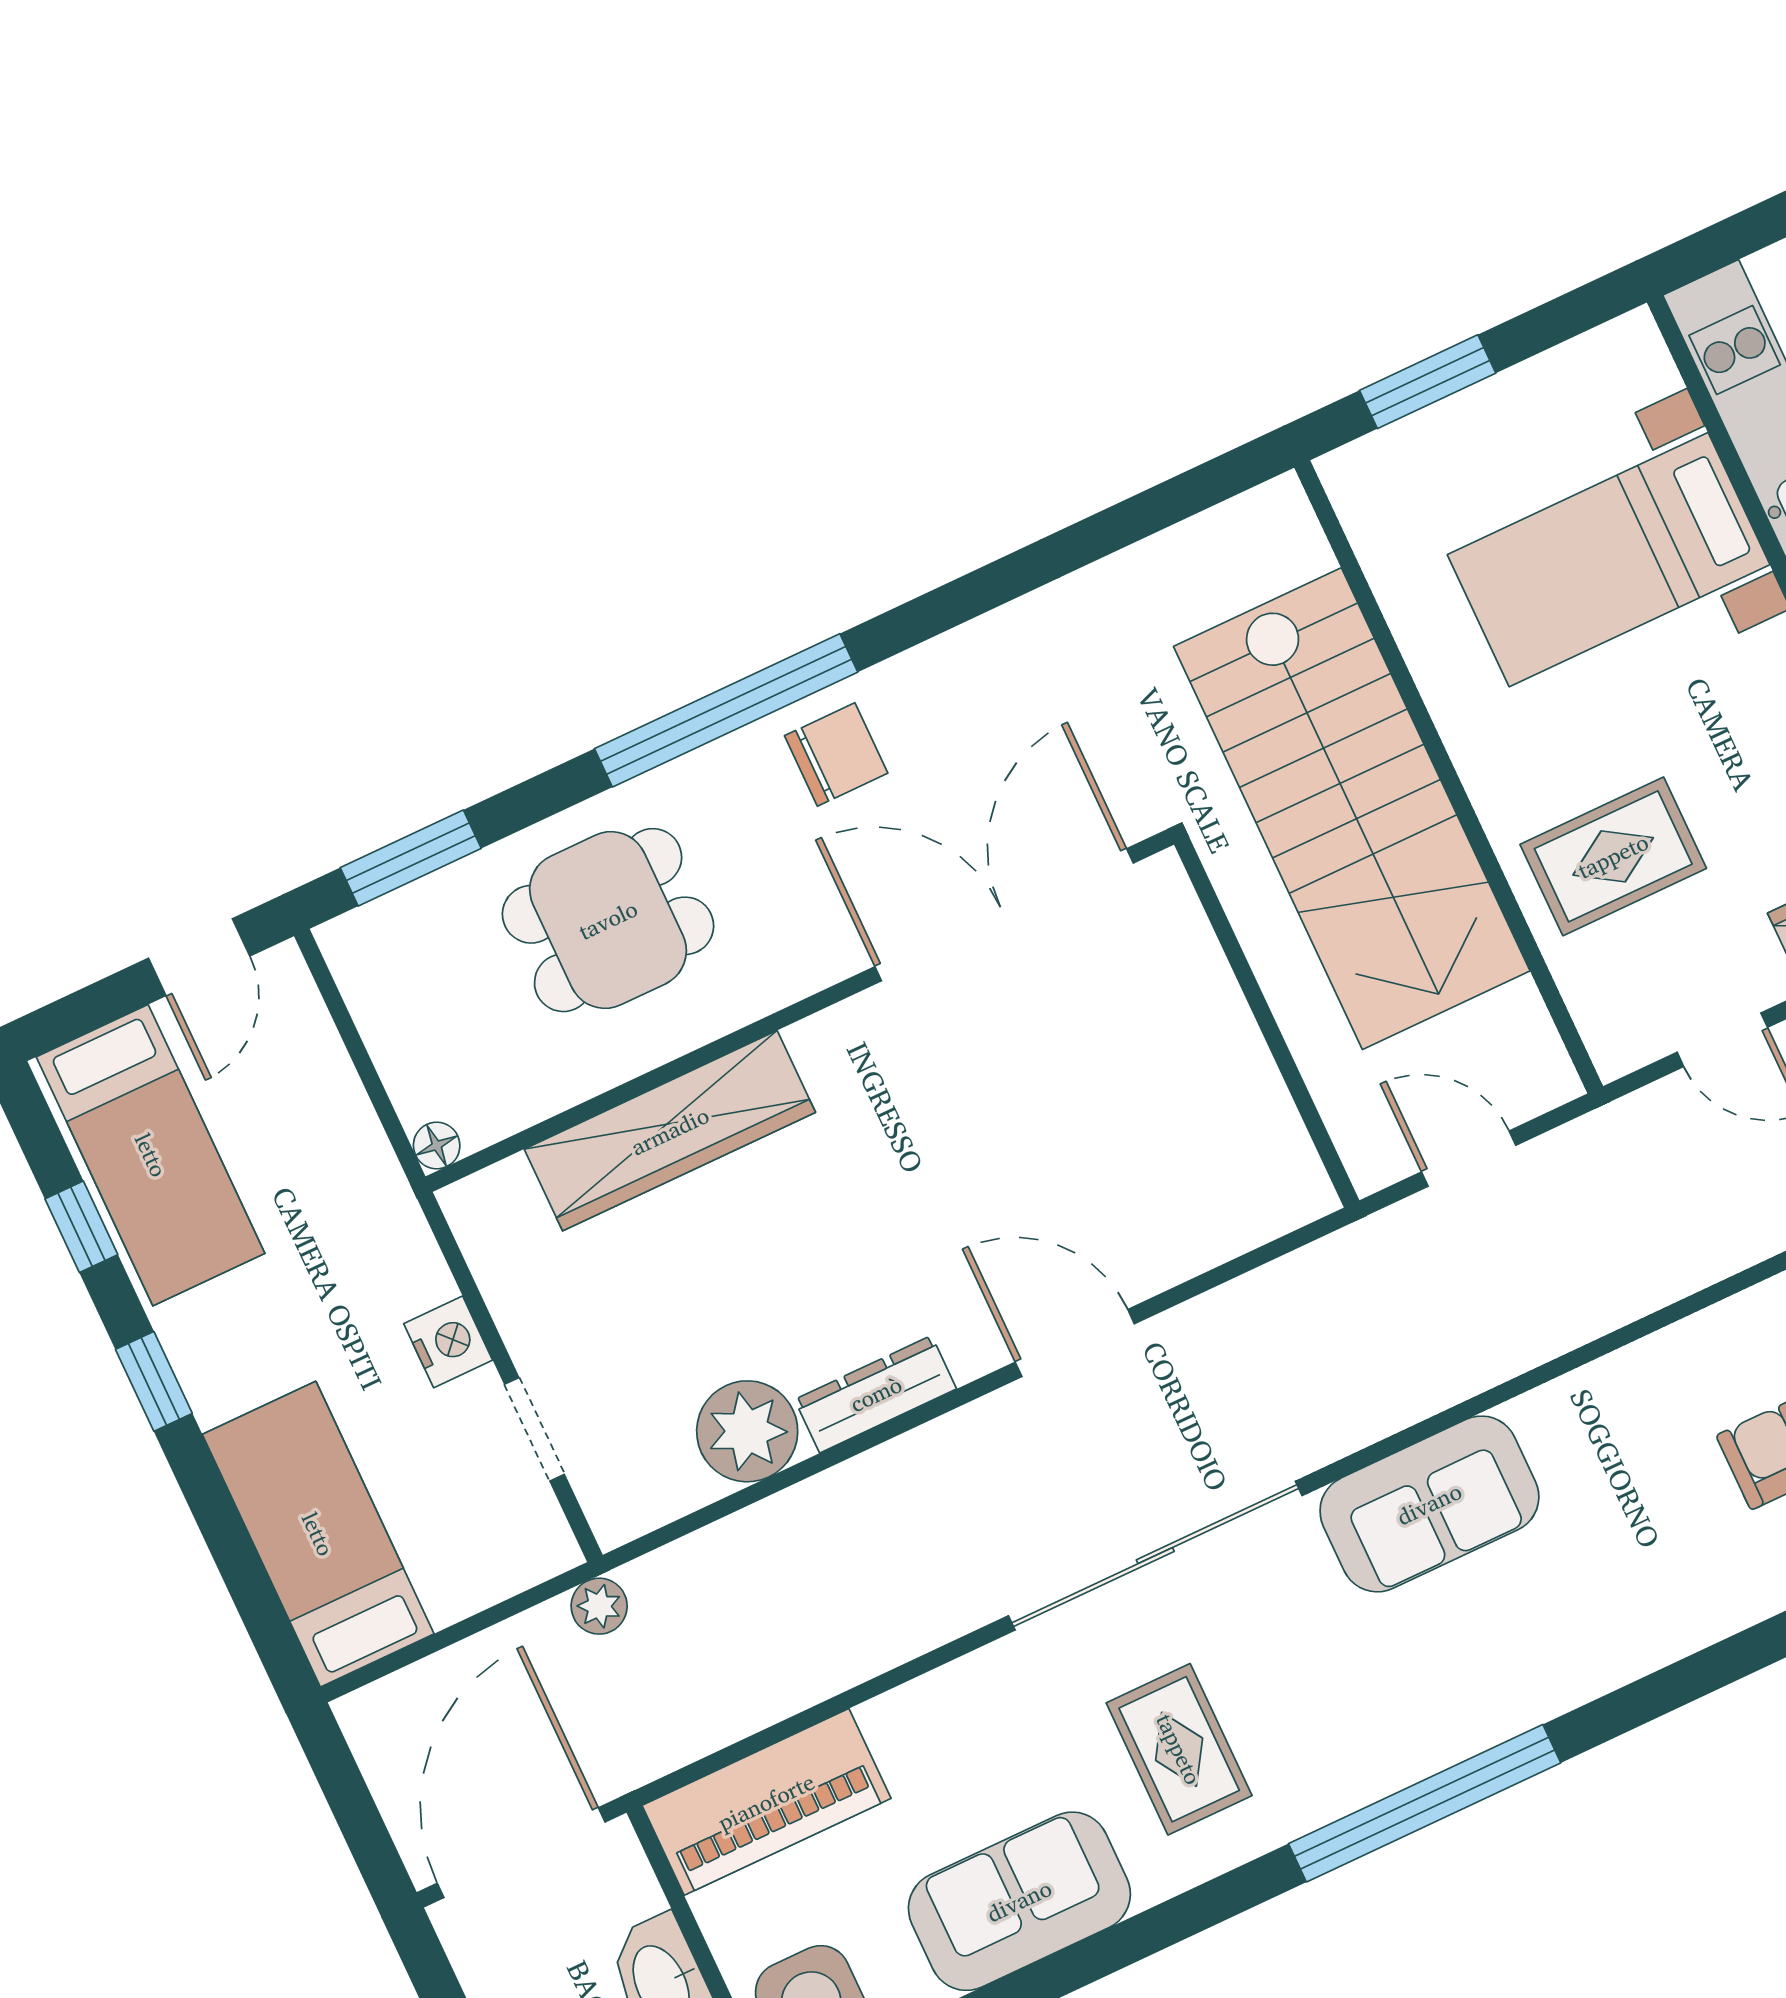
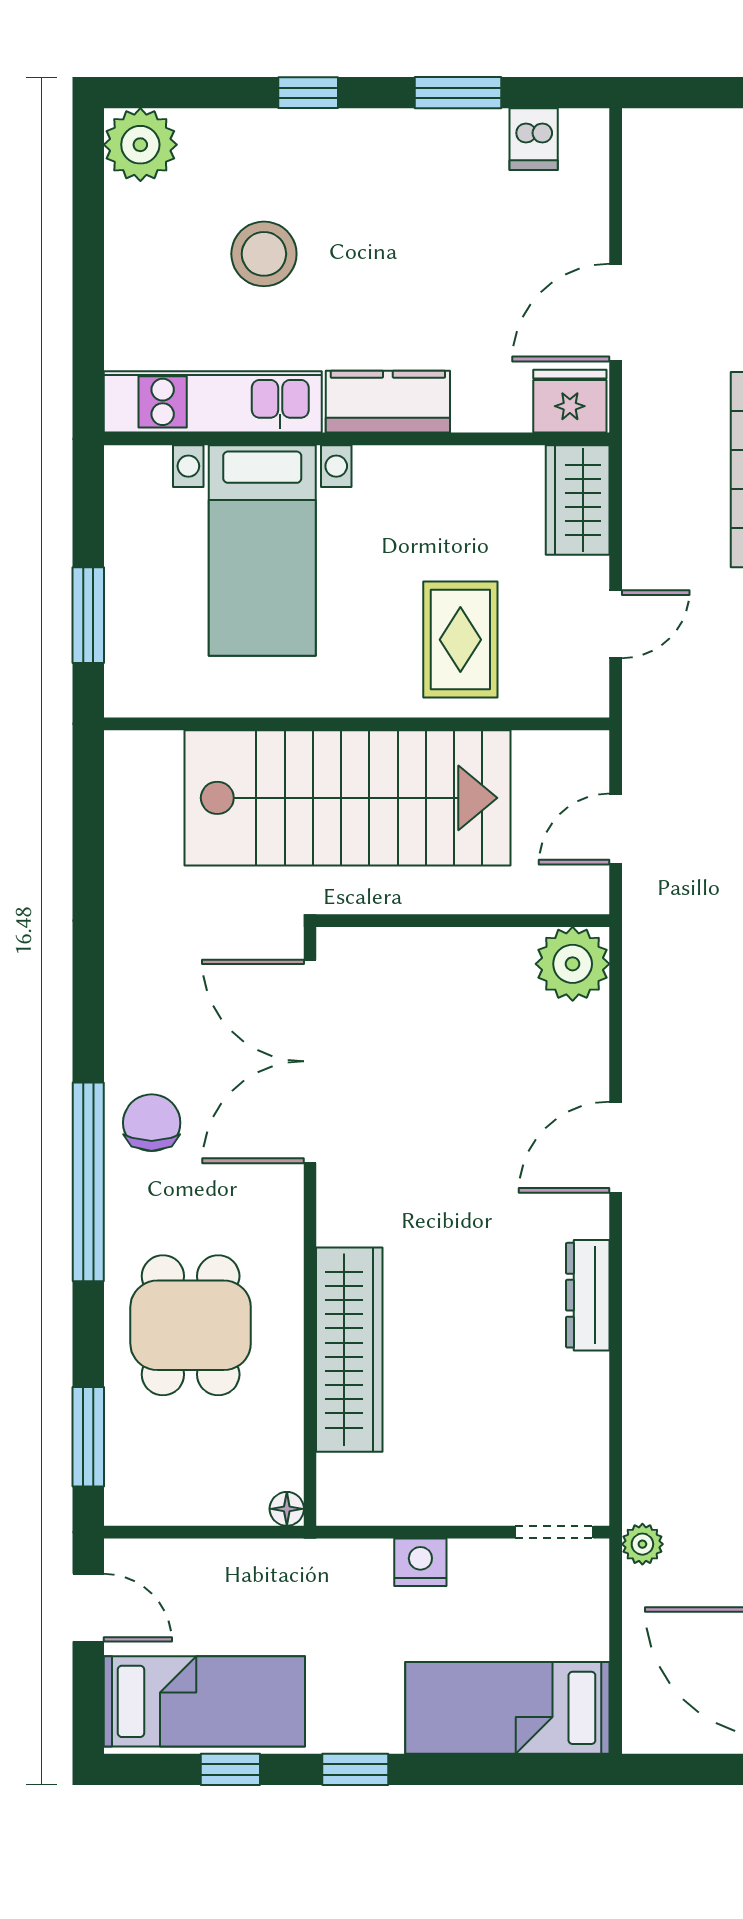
doorway: (534, 1429) -> (554, 1532), moved
plant: (747, 1431) -> (573, 964), moved

